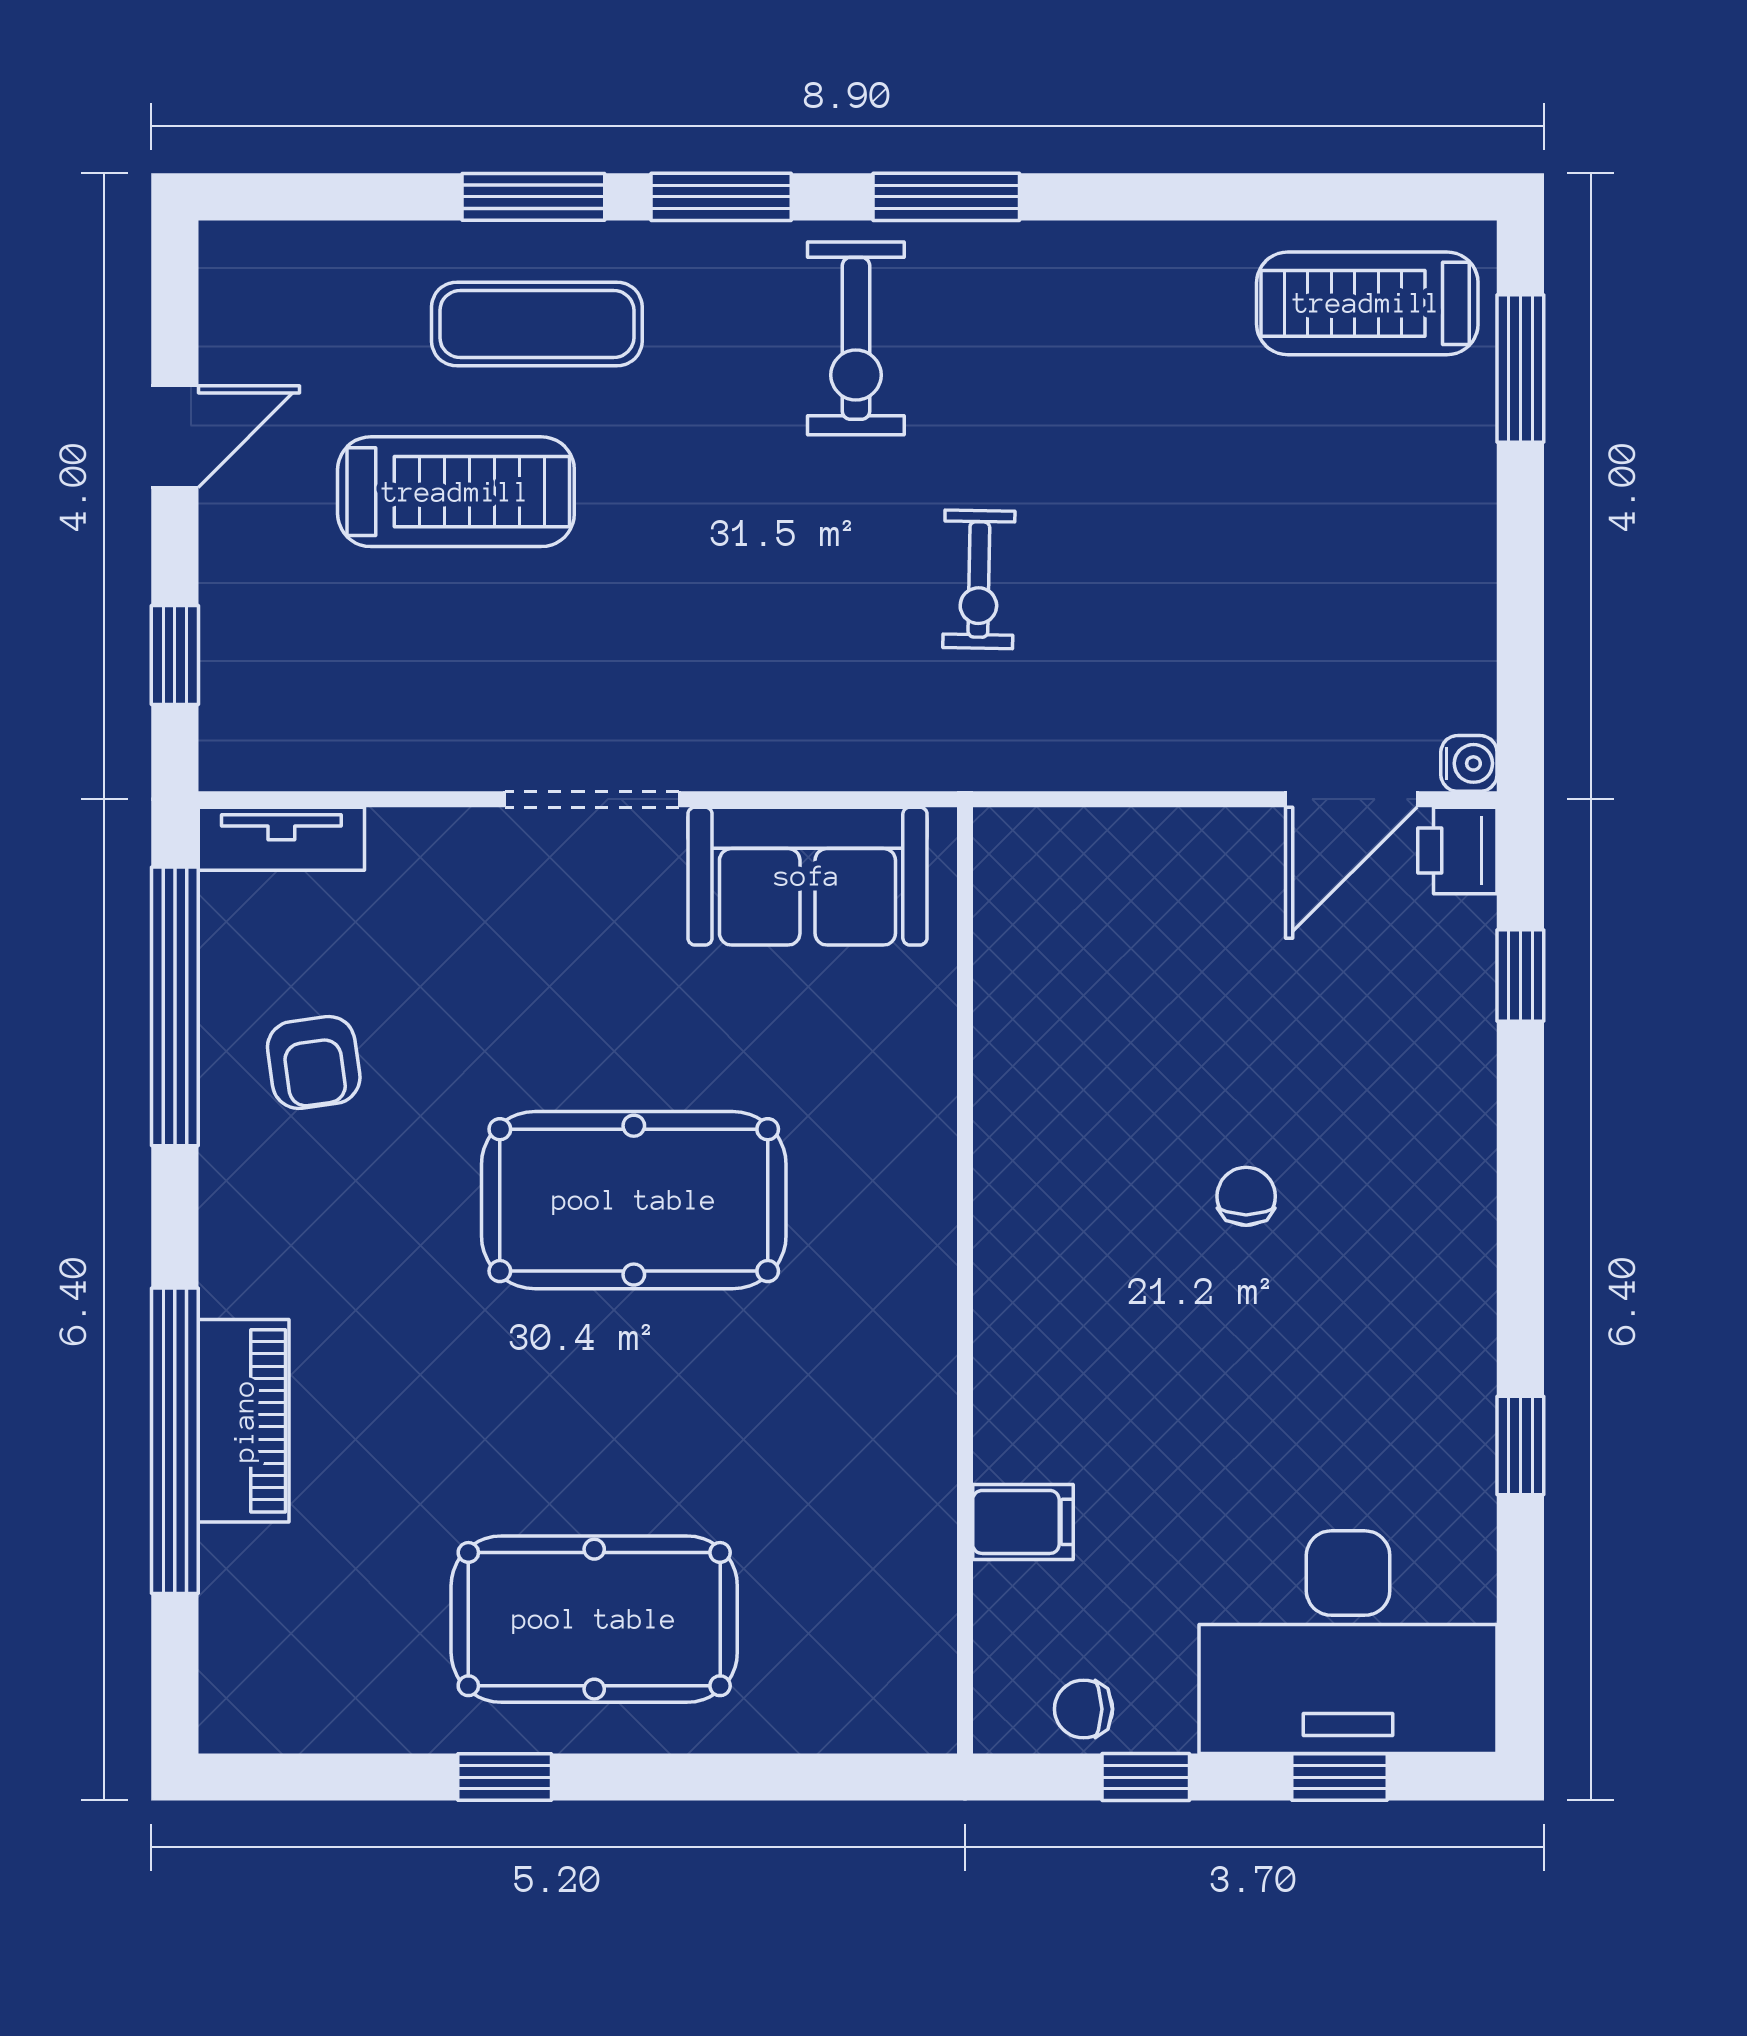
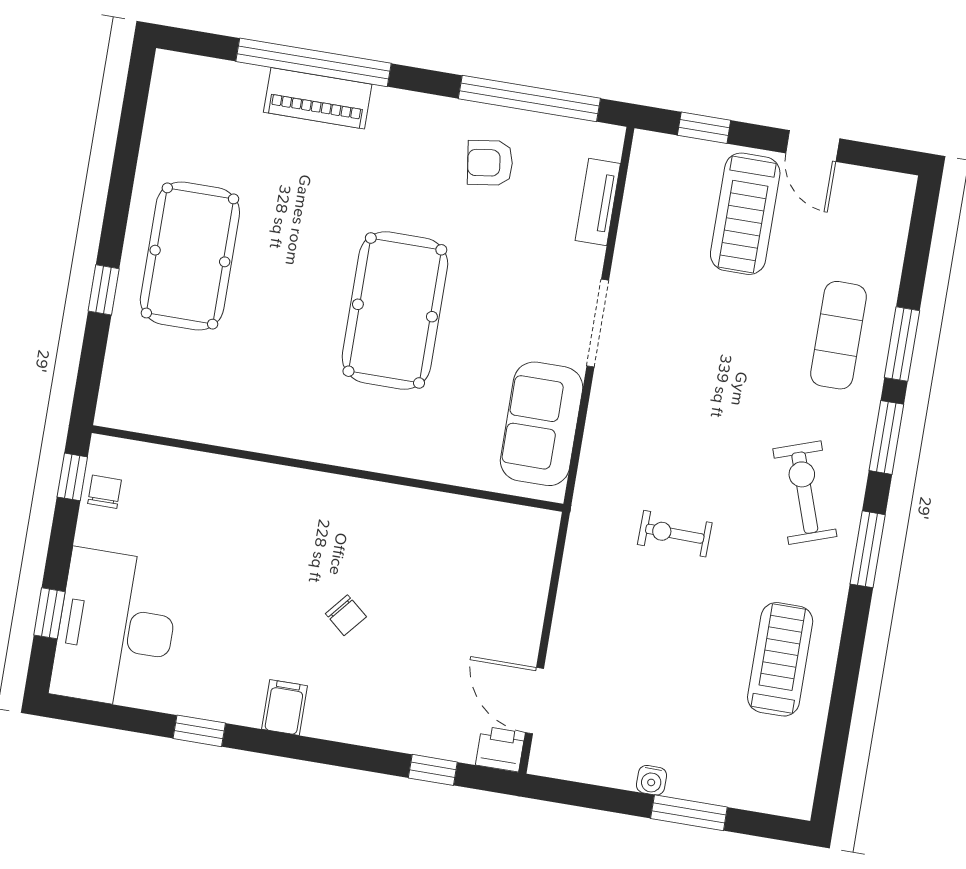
treadmill: (1367, 303) -> (780, 659), moved
exercise bike: (856, 338) -> (805, 493), turned 71
window: (1520, 369) -> (689, 813), moved
treadmill: (456, 492) -> (745, 214), moved
water cooler: (1469, 763) -> (652, 780), moved
tv unit: (281, 839) -> (598, 202), moved
chair: (1246, 1196) -> (346, 615), turned 40
filing cabinet: (1023, 1522) -> (285, 707), moved, turned 180
window: (505, 1777) -> (104, 290), moved
window: (1146, 1777) -> (72, 477), moved

